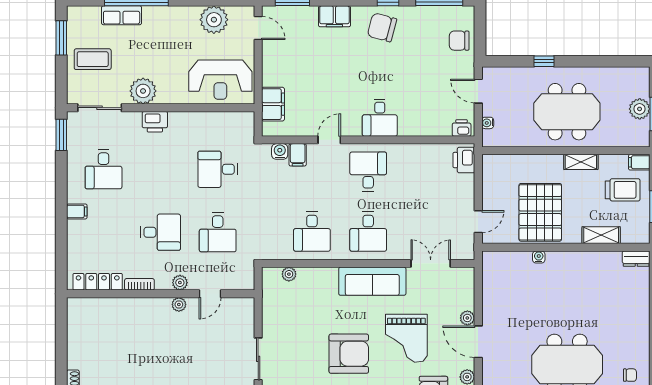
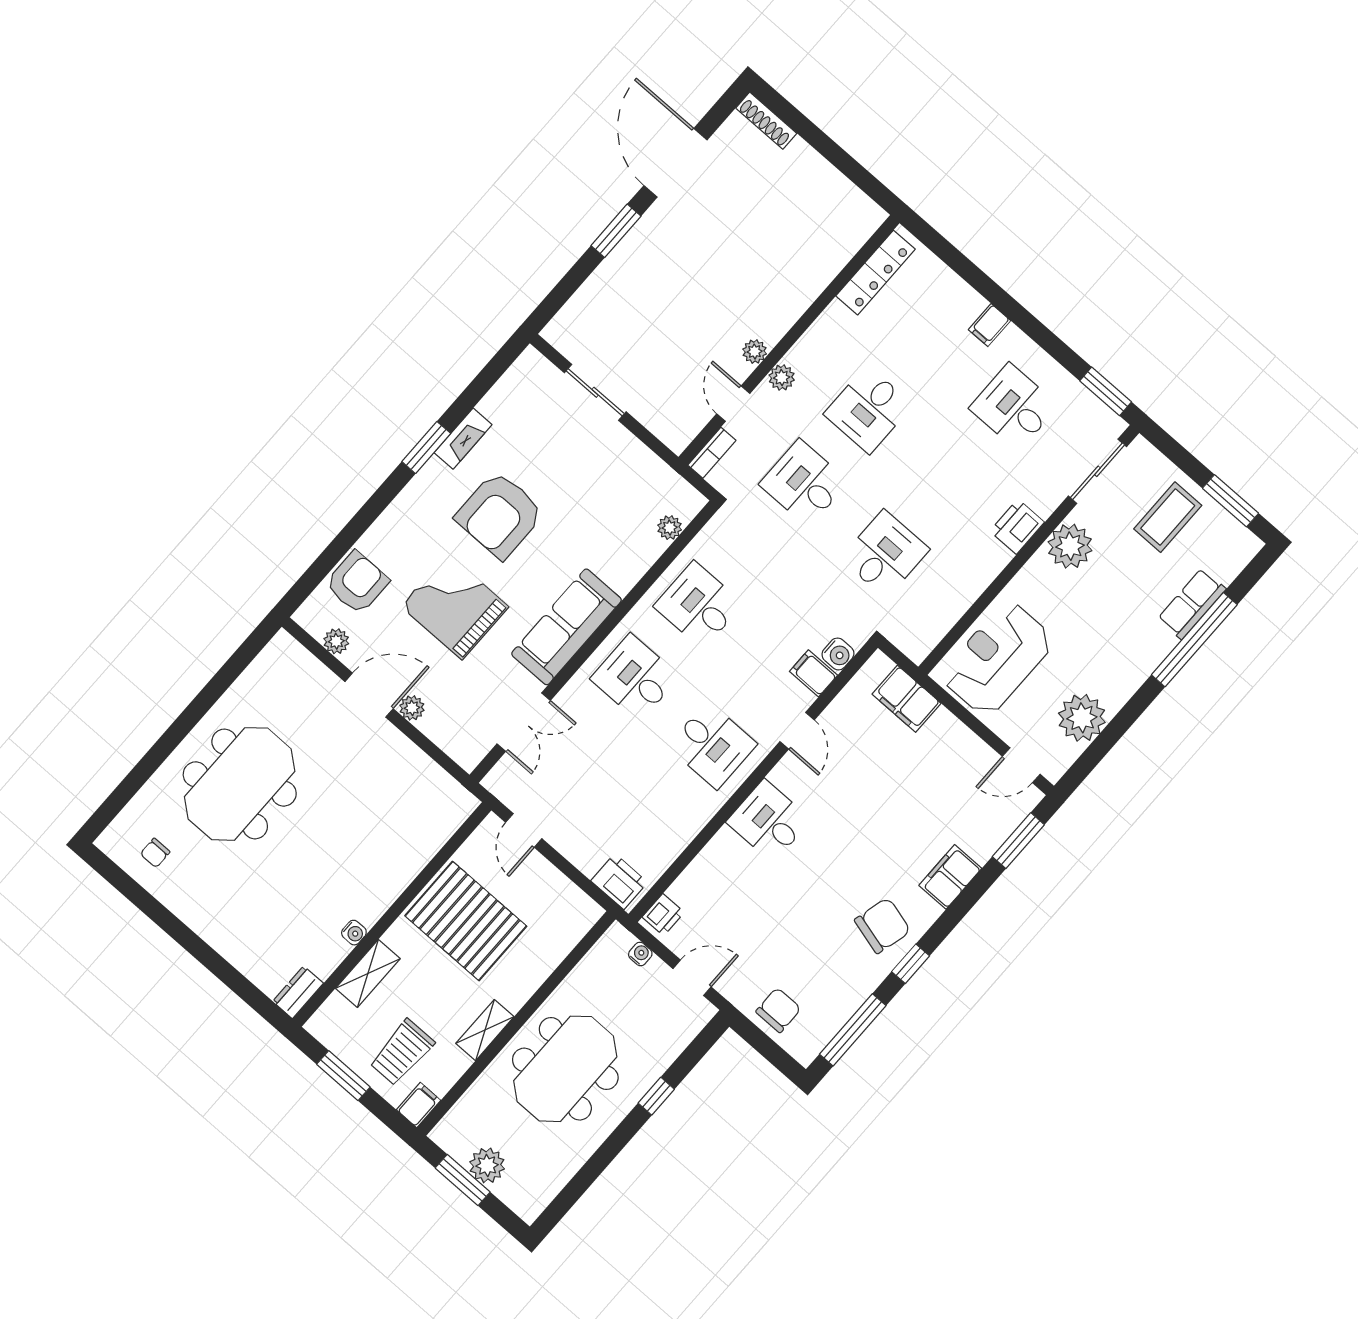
water cooler: (539, 257) -> (354, 933), moved
bookcase: (139, 284) -> (712, 453), moved

